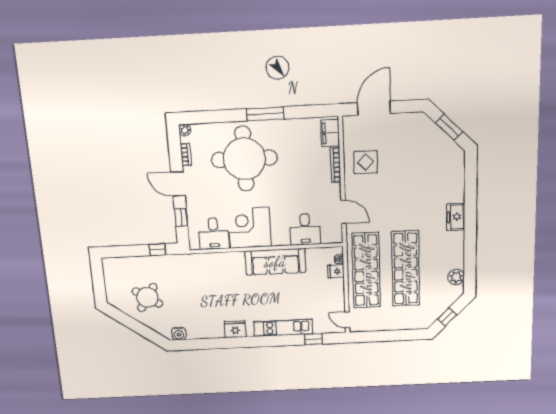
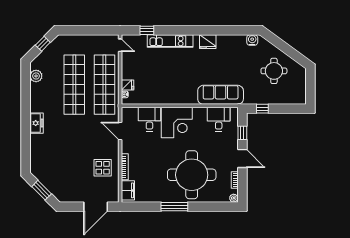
corner desk: (250, 228) -> (177, 122), moved
sofa: (275, 262) -> (221, 95), moved
round table: (147, 297) -> (274, 71), turned -33

